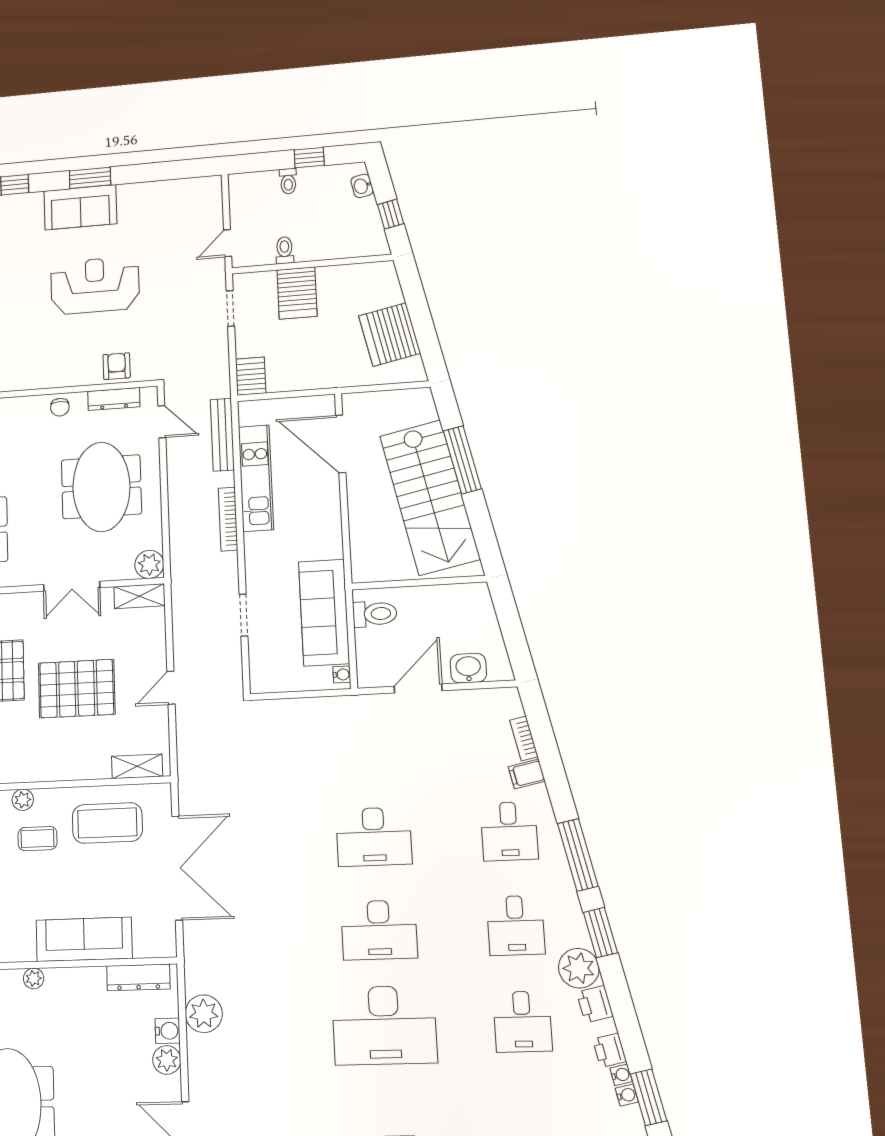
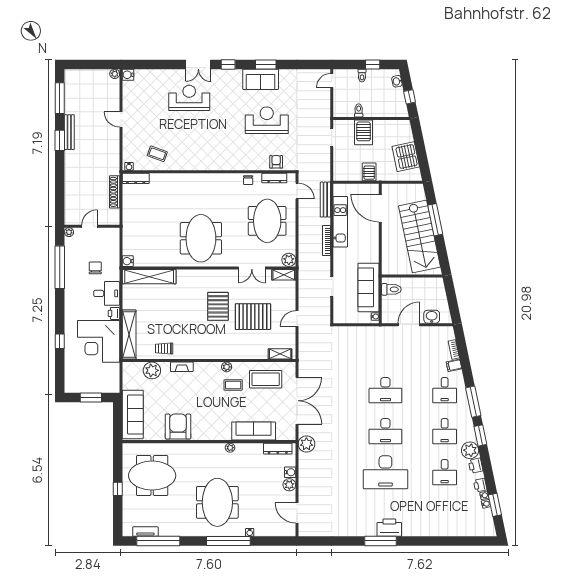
door: (228, 243) -> (332, 80), moved
server rack: (251, 376) -> (369, 172), moved
plant: (204, 1014) -> (306, 444), moved

